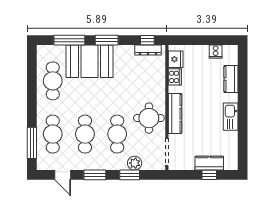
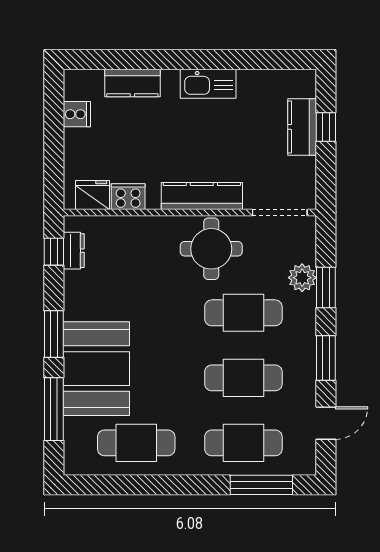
dresser: (148, 50) -> (74, 251), width x0.70

